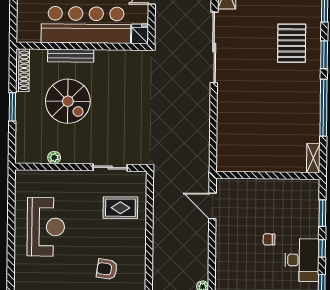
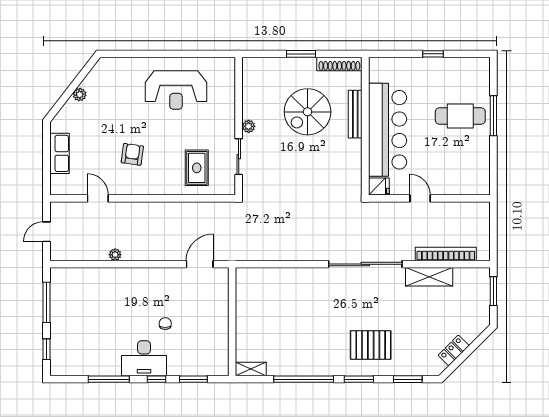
plant: (54, 157) -> (249, 126), moved

